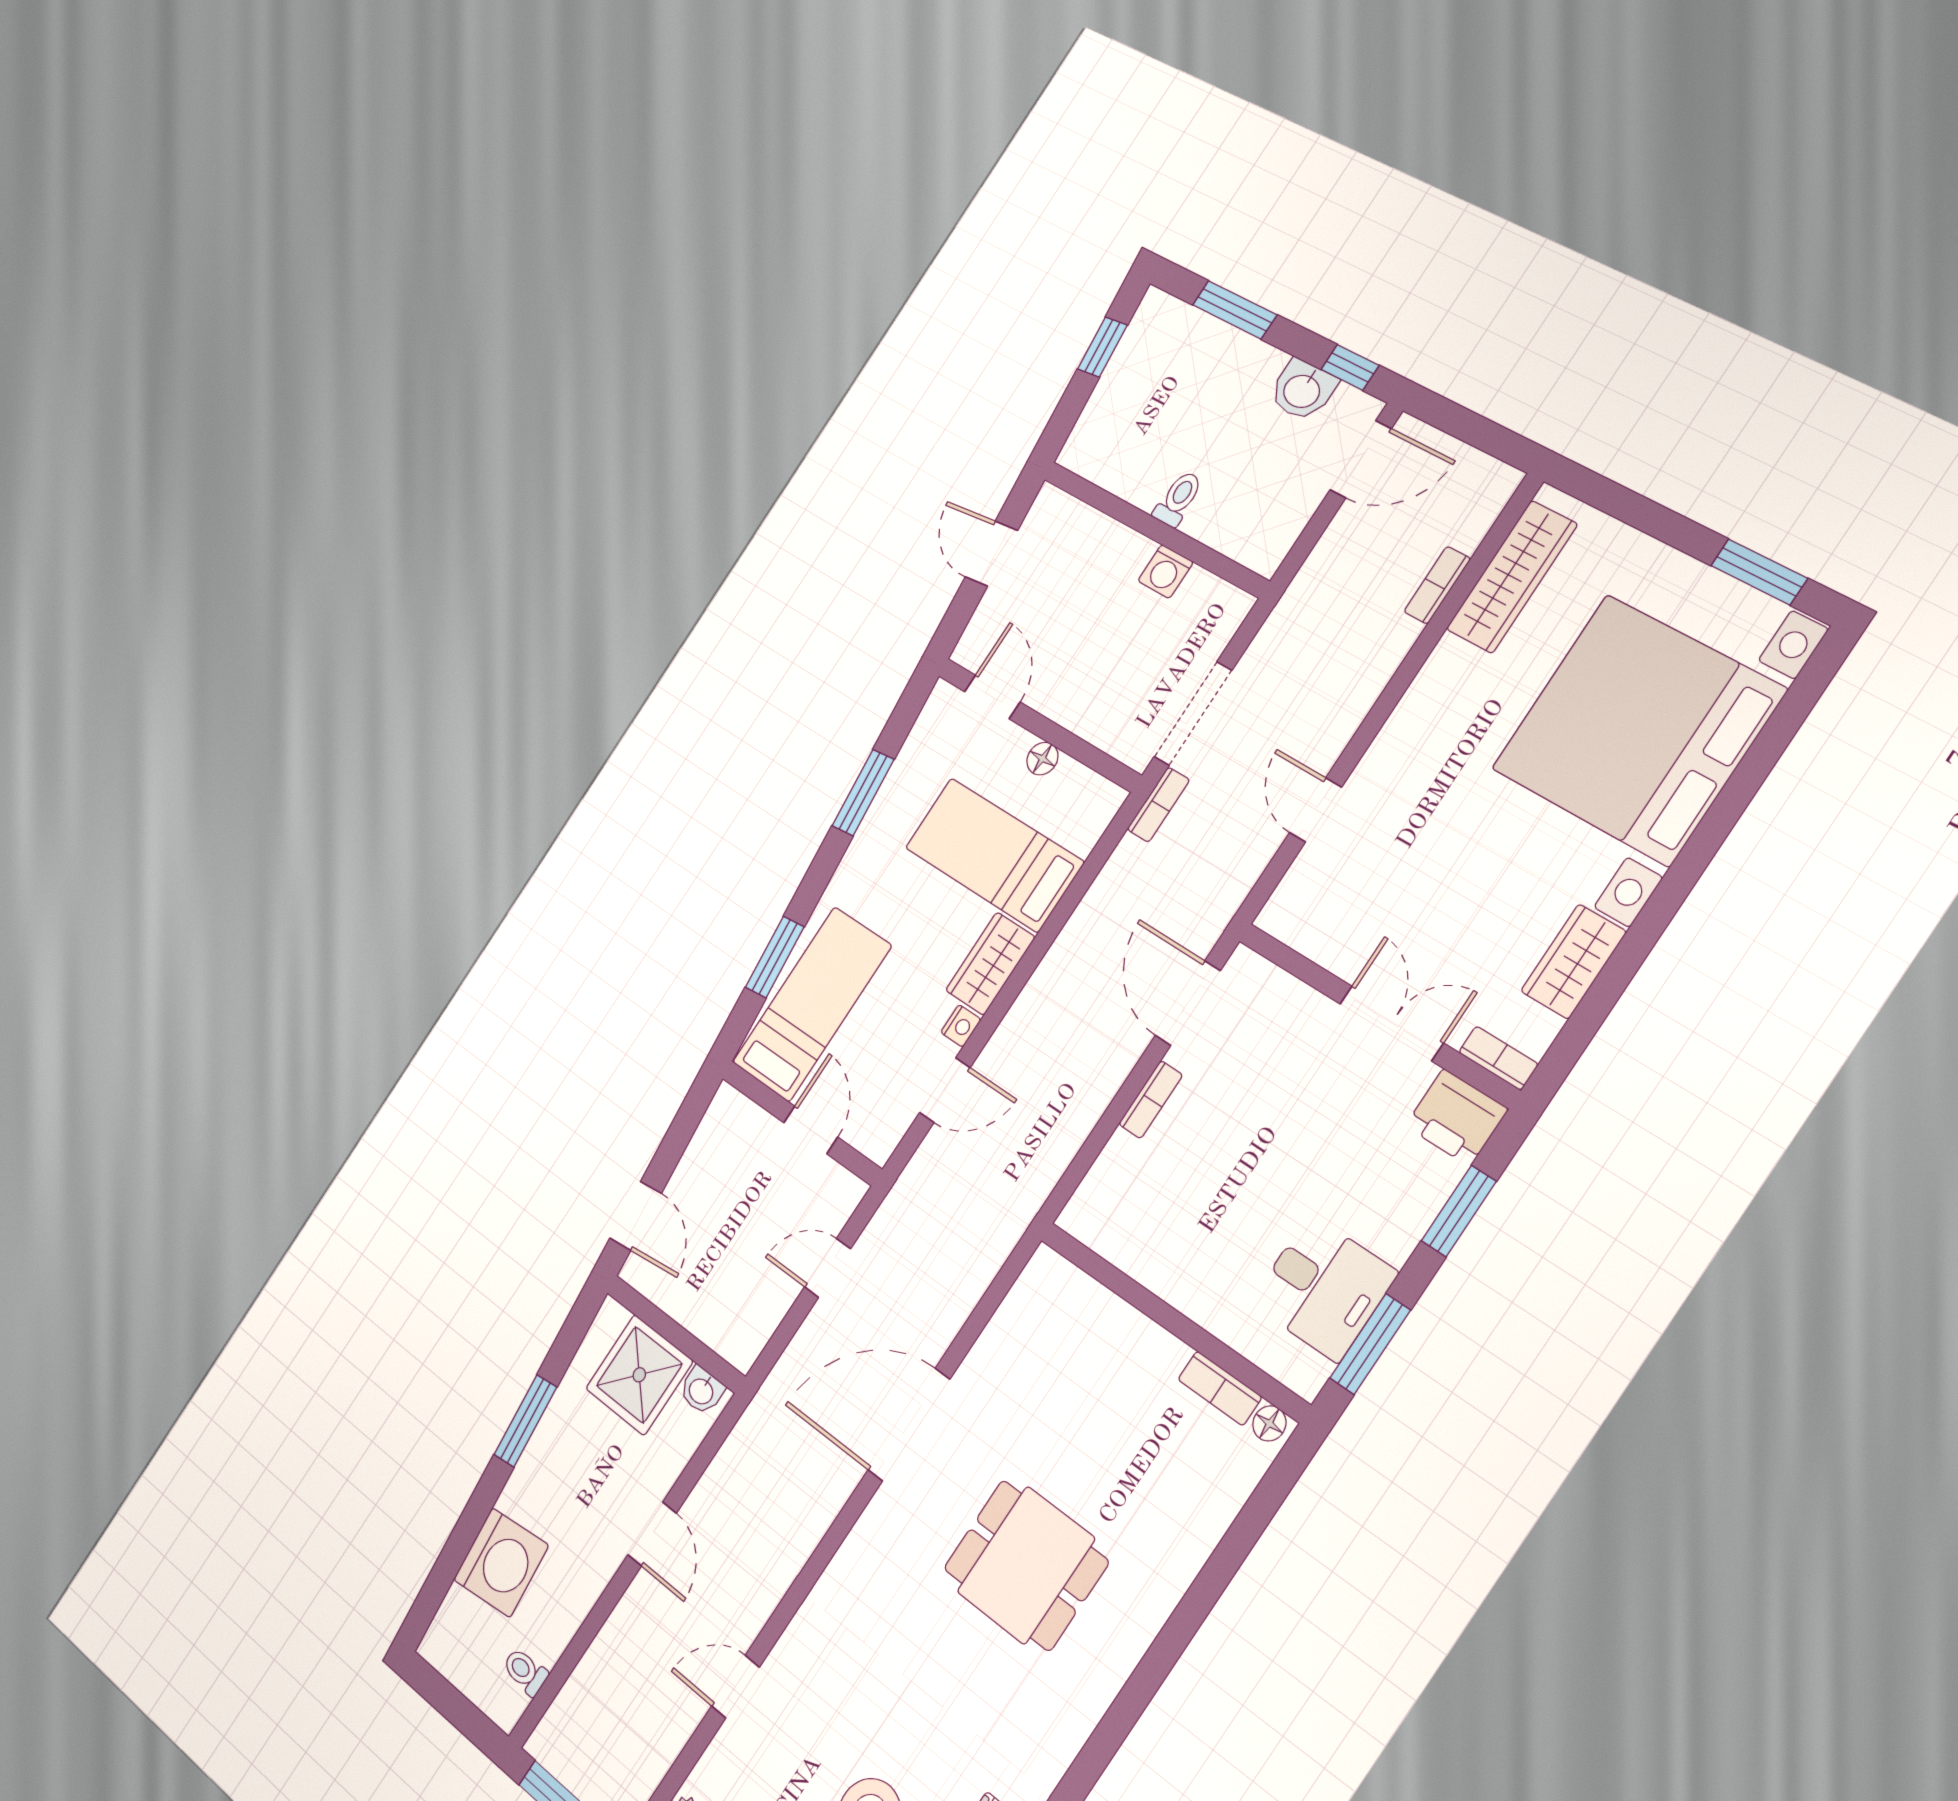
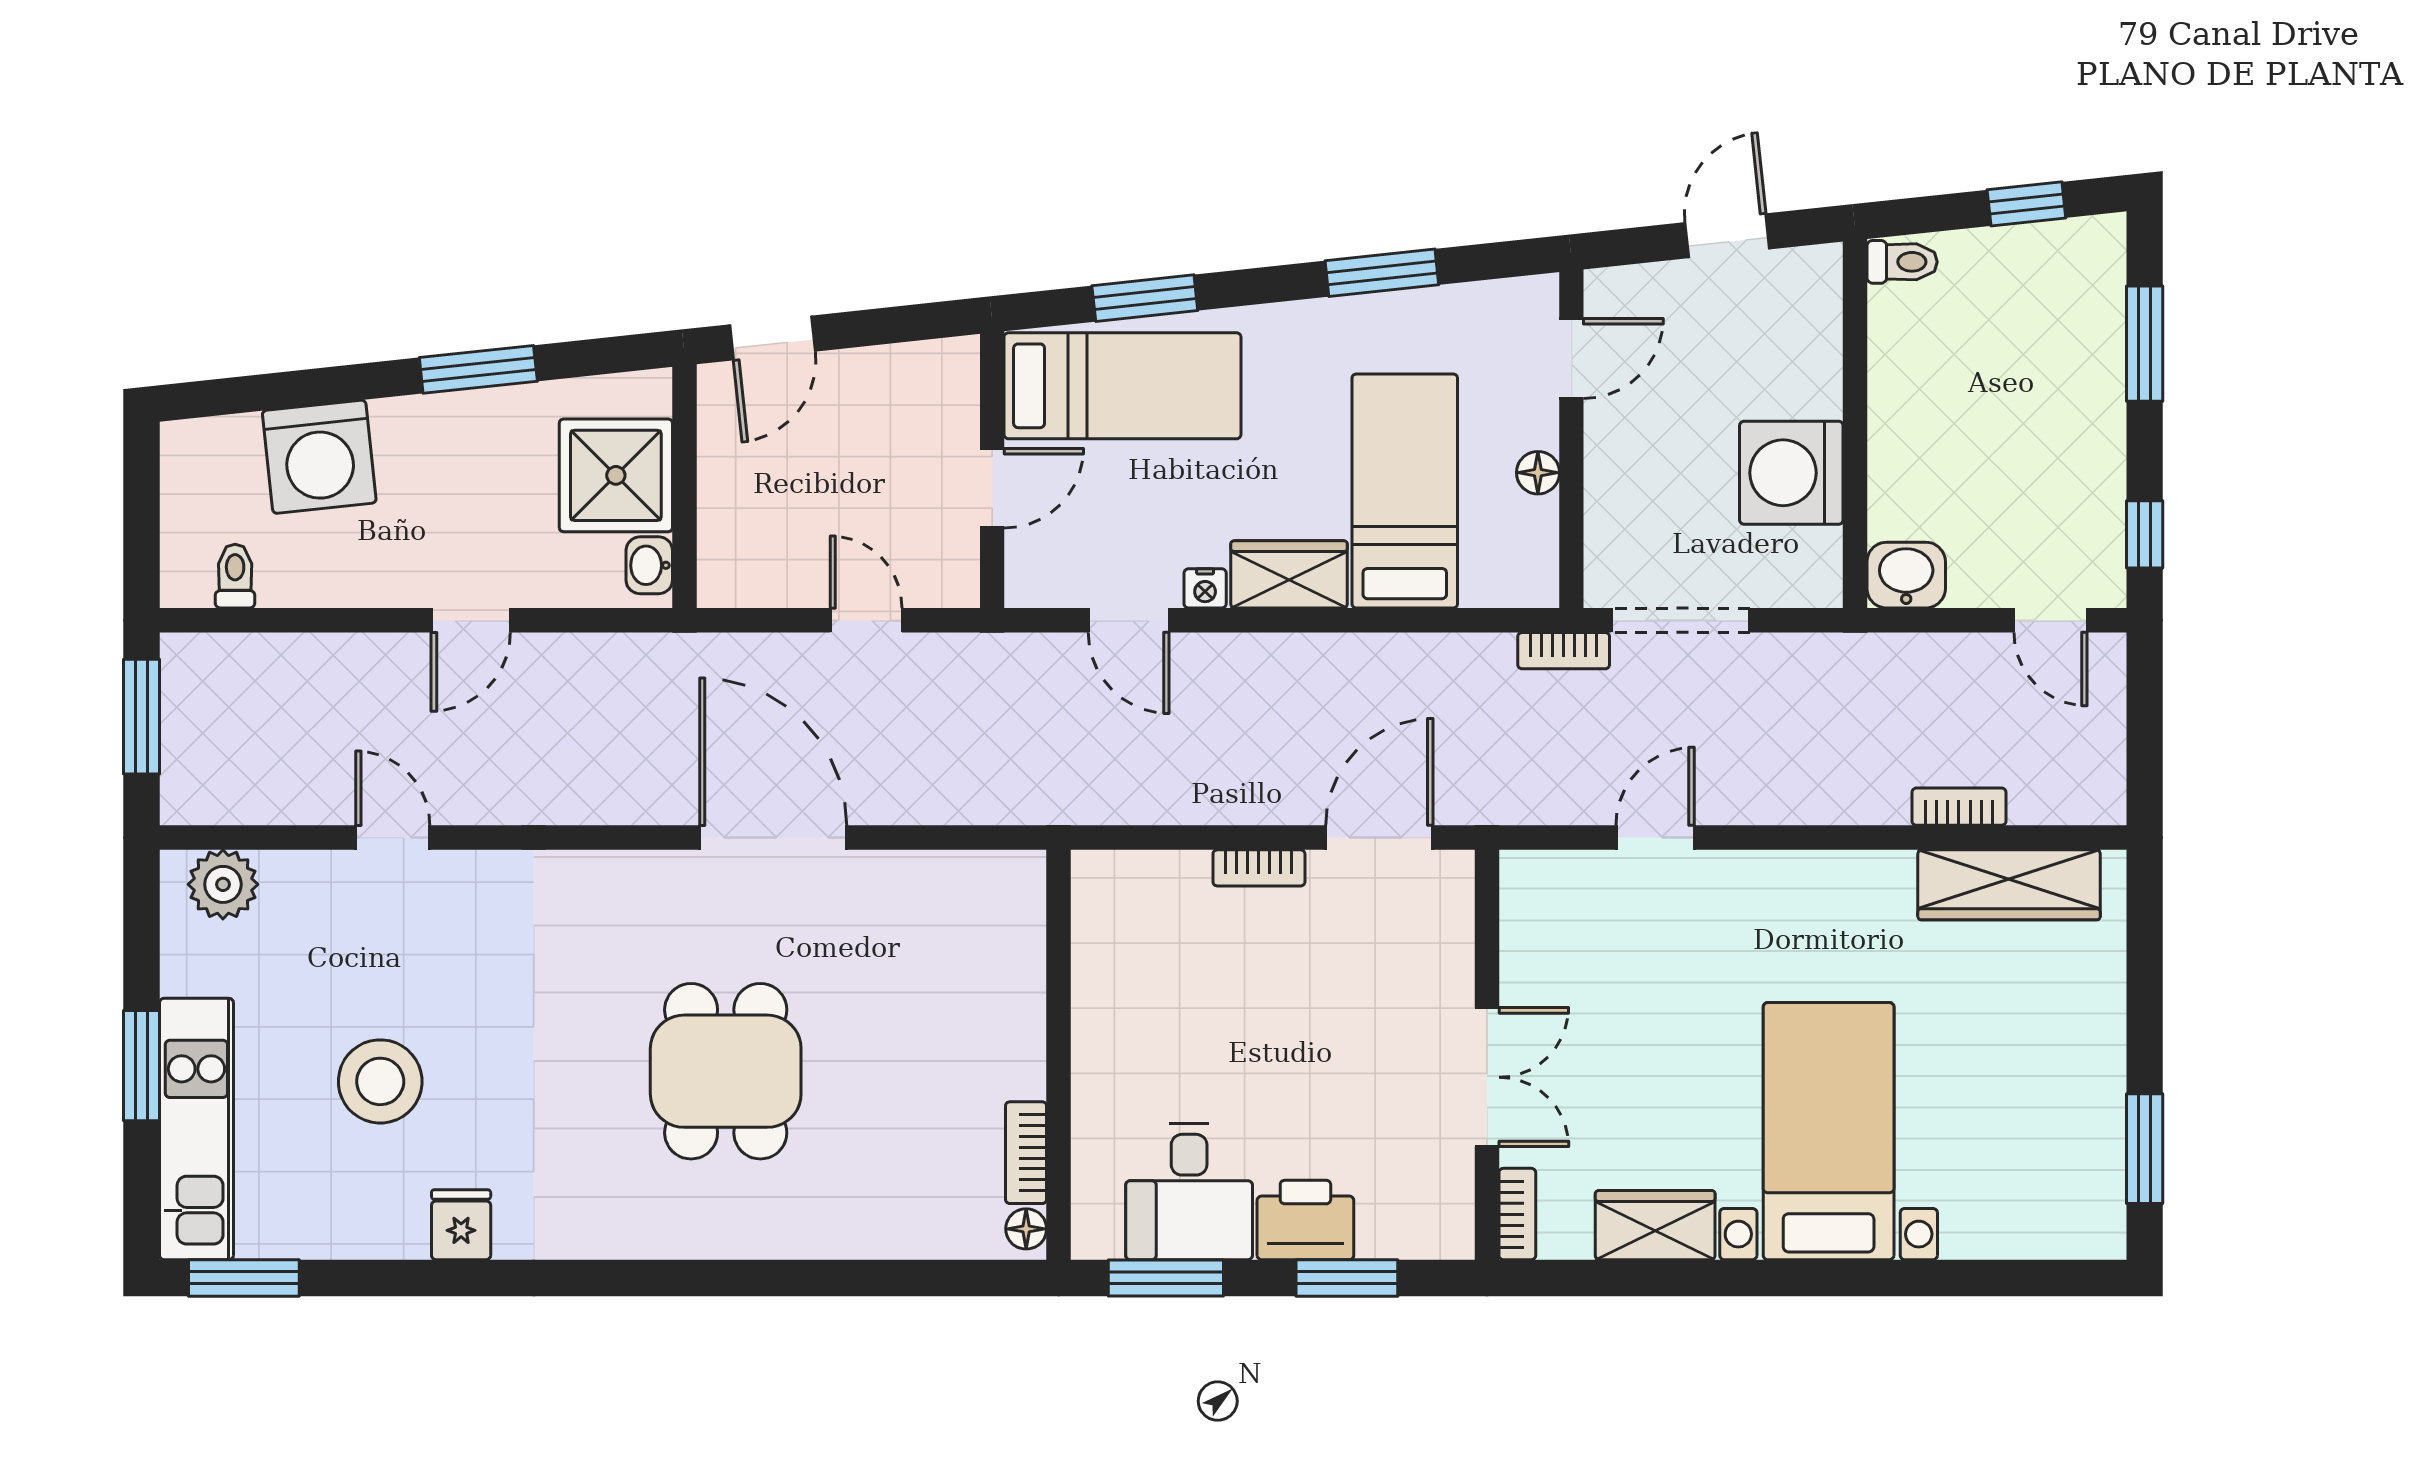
washbasin: (1303, 390) -> (1906, 575), moved, turned 90
door: (1361, 459) -> (2050, 620), width x0.73
toilet: (1178, 499) -> (1902, 262), moved
washing machine: (1166, 571) -> (1791, 473), width x1.89, depth x1.89
bed with nightstands: (1638, 729) -> (1829, 1131), width x0.54
printer: (1457, 1117) -> (1305, 1220), moved, turned 90

